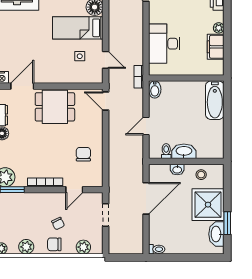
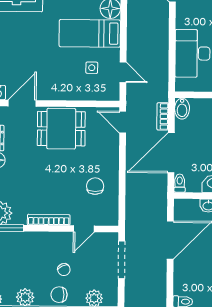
bookcase: (139, 77) -> (163, 116), moved
door: (146, 126) -> (171, 153), width x1.88
toilet: (166, 151) -> (180, 183), moved
doorway: (106, 215) -> (121, 260), width x1.38

